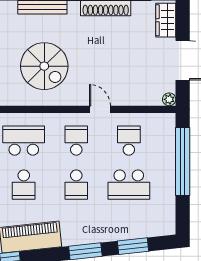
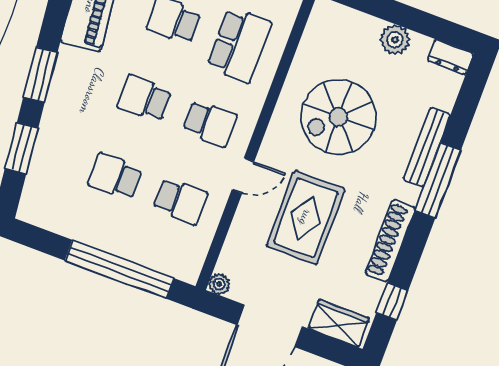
rug: (111, 63) -> (306, 218), added
school desk: (129, 185) -> (115, 176), width x0.54

